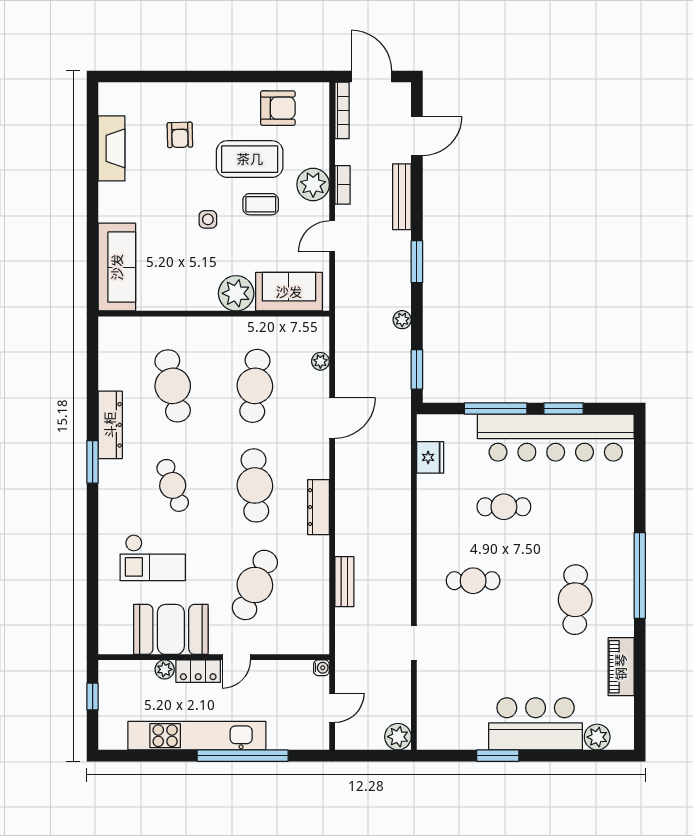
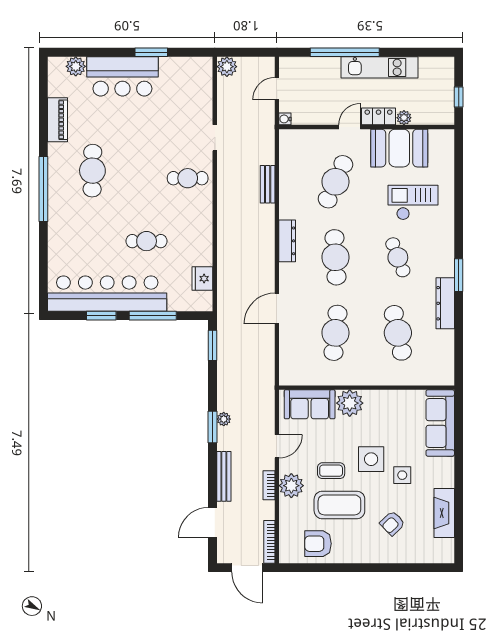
armchair: (180, 135) -> (392, 523), turned -133
side table: (167, 198) -> (402, 475), added
side table: (208, 219) -> (371, 459), width x1.87, depth x1.87
plant: (402, 320) -> (224, 419), moved
plant: (320, 361) -> (286, 351), removed
cafe table: (473, 581) -> (188, 178), moved
kitchen unit: (197, 736) -> (379, 67), width x0.73

